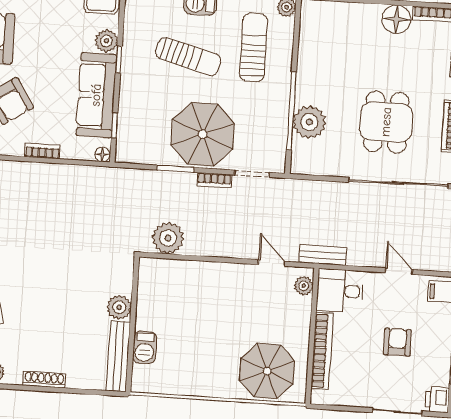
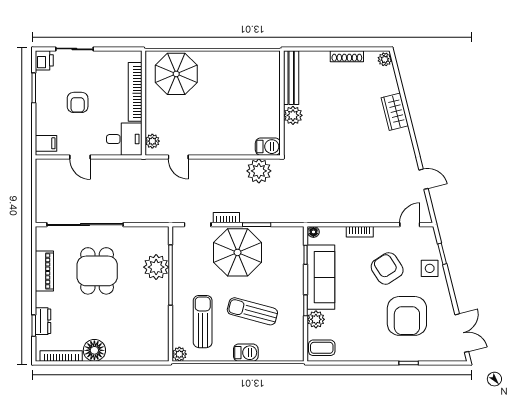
sun lounger: (254, 47) -> (203, 322), turned 180
bench: (323, 255) -> (139, 166), removed
barbecue: (145, 347) -> (268, 147), moved, turned 90

